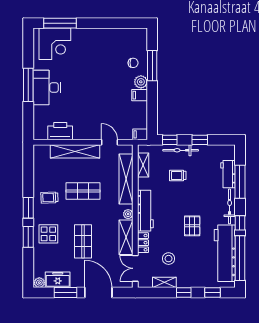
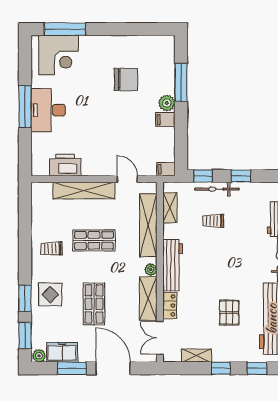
chair: (133, 63) -> (126, 79), moved, width x1.87, depth x1.87
window: (28, 208) -> (25, 335), moved
pallet: (192, 226) -> (229, 313), moved
stool: (169, 259) -> (202, 325), removed

